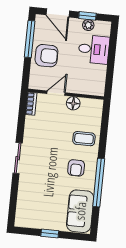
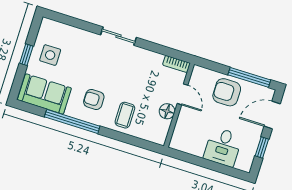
plant: (88, 25) -> (251, 146), removed
armchair: (46, 56) -> (227, 92), turned 90
side table: (46, 213) -> (50, 55), added

